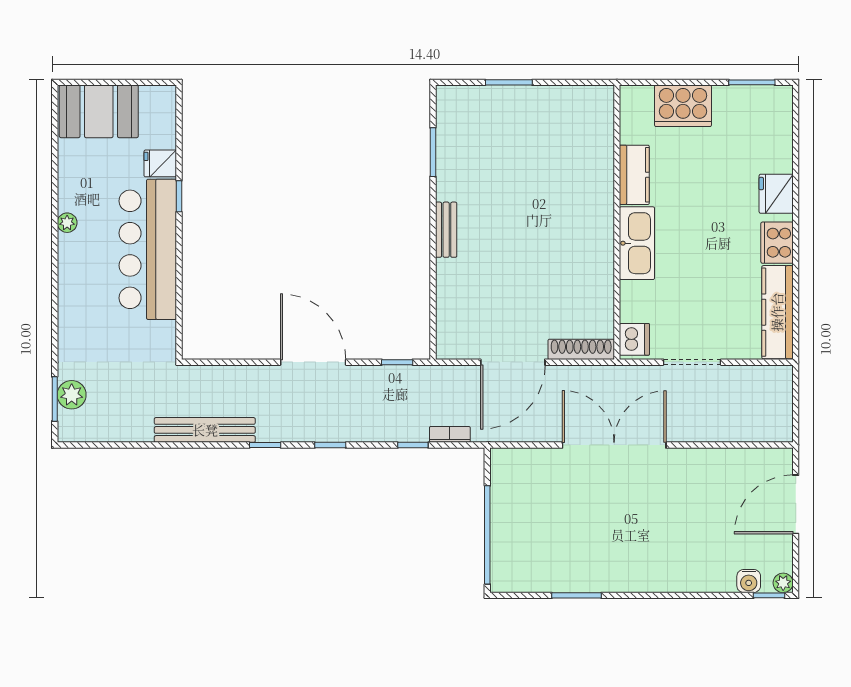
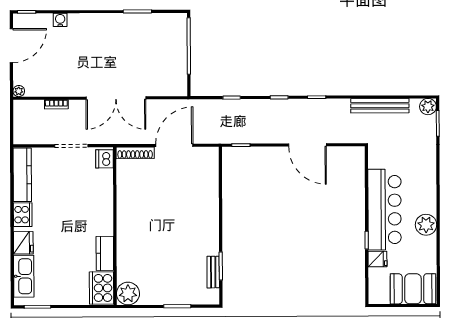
plant: (594, 105) -> (128, 294), added
cooker: (683, 106) -> (102, 288), moved, turned -90
plant: (67, 223) -> (426, 225), width x1.88, depth x1.88
bench: (446, 230) -> (213, 272), moved
kitchen sink: (637, 243) -> (24, 276), moved, turned 180
door: (313, 362) -> (307, 145), moved
plant: (72, 395) -> (428, 107), moved
bench: (205, 430) -> (380, 106), moved
bookcase: (450, 434) -> (56, 104), moved
door: (796, 504) -> (11, 46), moved
water cooler: (749, 581) -> (60, 20), moved
plant: (783, 583) -> (19, 91), moved

